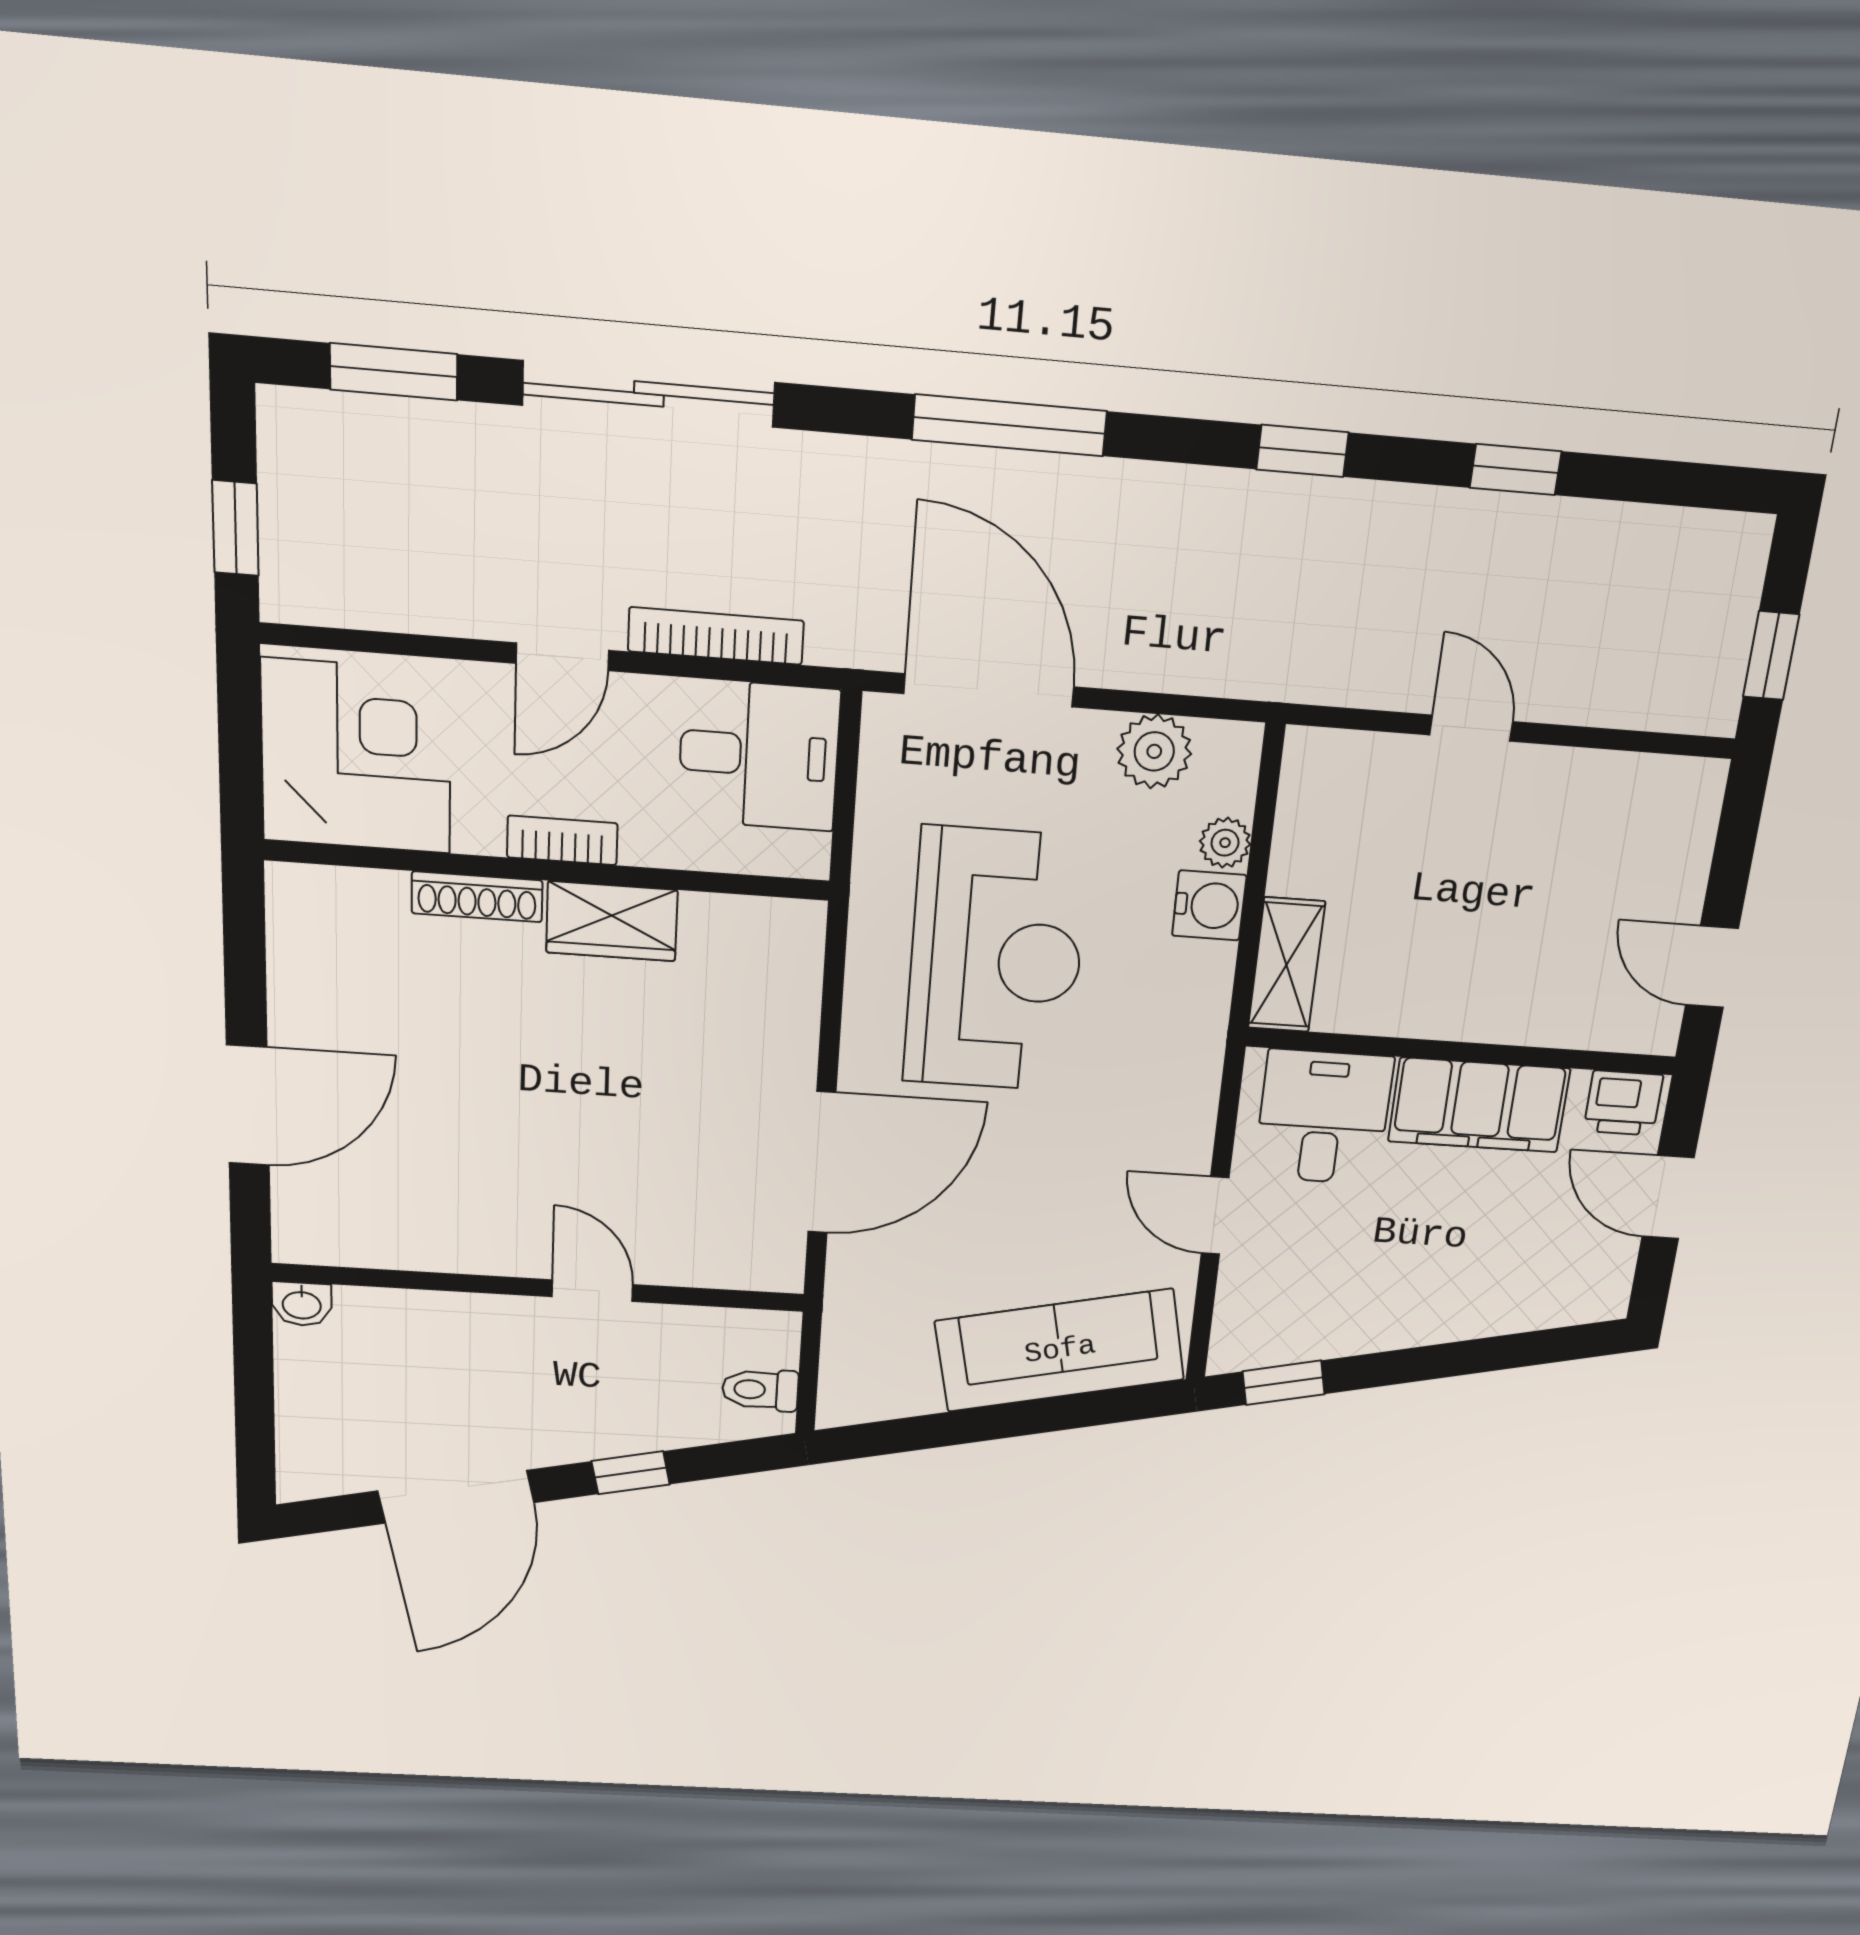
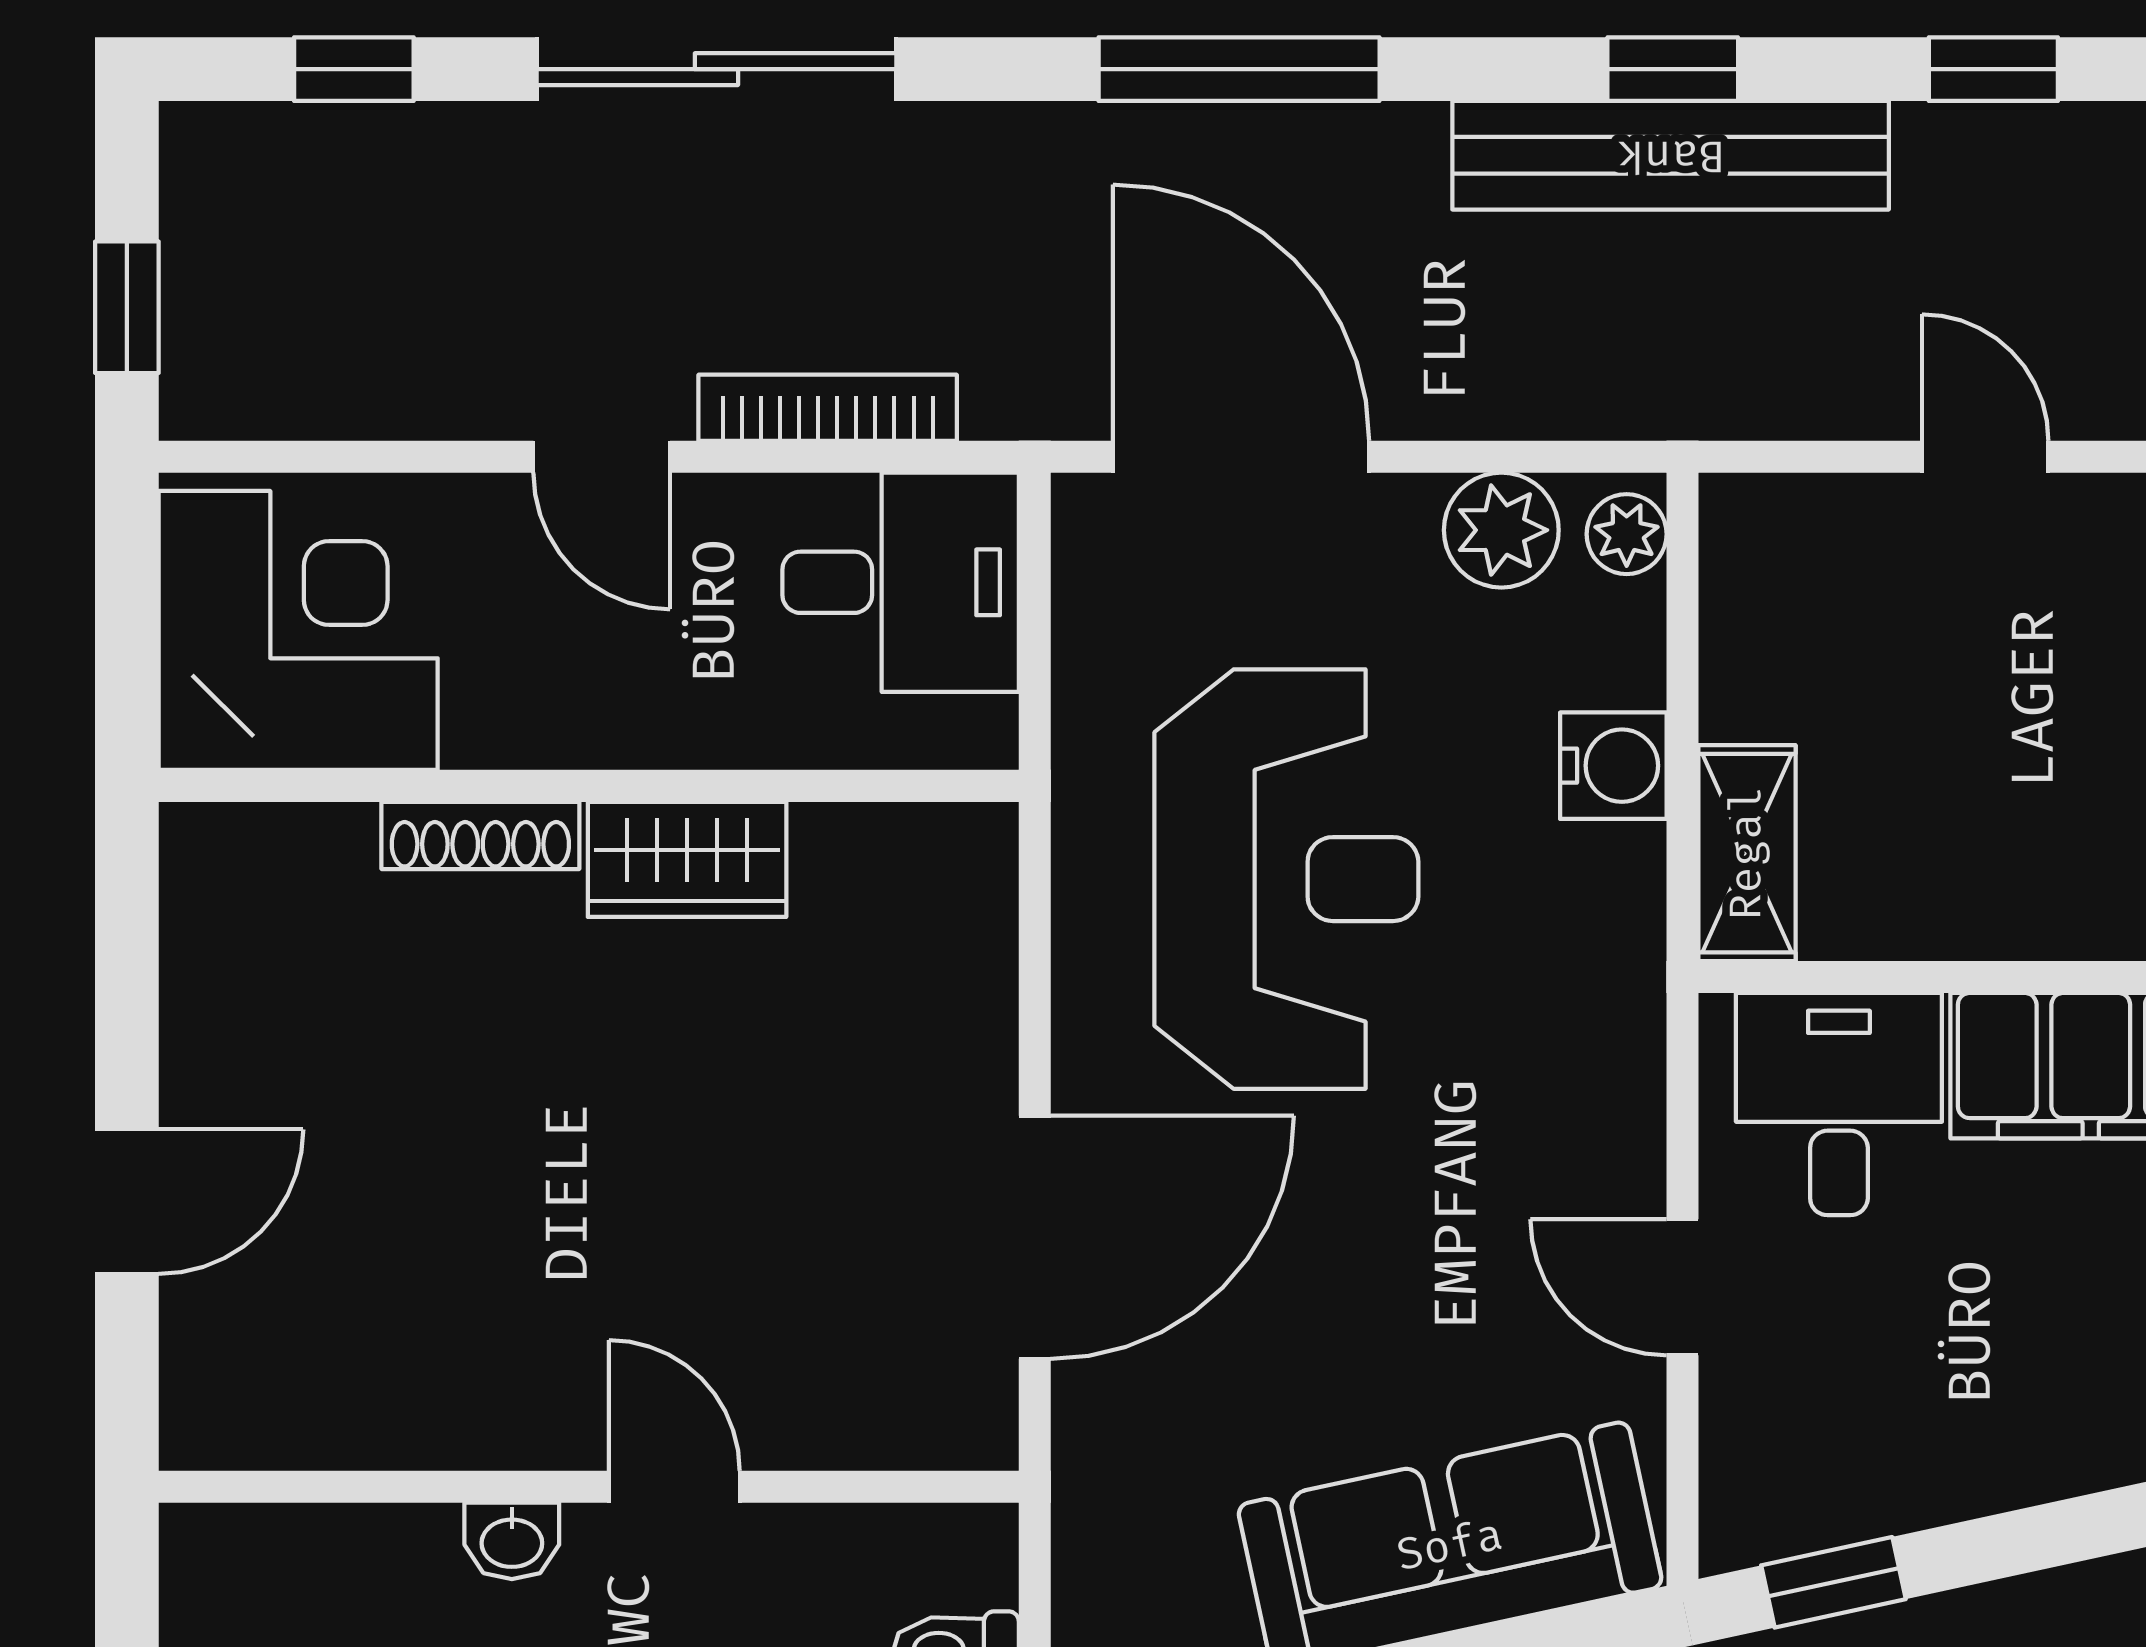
window: (394, 372) -> (354, 69), width x0.67
bench: (1294, 511) -> (1671, 155), added
door: (562, 657) -> (602, 457), hinge flipped
bookcase: (562, 840) -> (608, 737), removed
plant: (1225, 843) -> (1627, 534), moved
door: (248, 1105) -> (127, 1202), width x0.73
washbasin: (302, 1304) -> (512, 1541), moved

